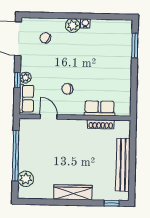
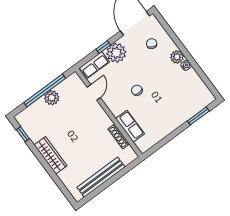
plant: (25, 78) -> (116, 53), width x1.88, depth x1.88
chair: (67, 89) -> (137, 90), moved
plant: (26, 179) -> (52, 98), moved
window: (112, 203) -> (23, 134), moved

